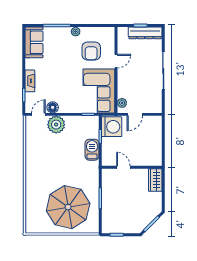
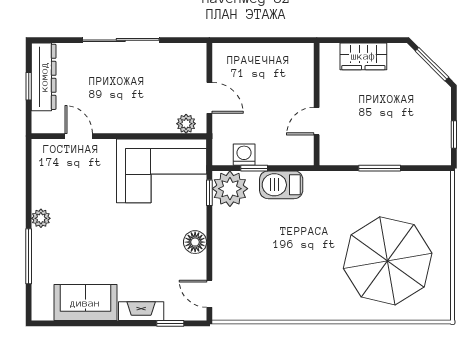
sofa: (34, 42) -> (85, 303), moved
armchair: (91, 51) -> (80, 186), removed
door: (116, 61) -> (79, 136), moved
floor lamp: (53, 107) -> (195, 242), moved
plant: (56, 125) -> (230, 189), moved
washing machine: (112, 127) -> (244, 155), width x0.53, depth x0.53
wardrobe: (155, 180) -> (363, 56), moved
parasol: (68, 207) -> (388, 261), moved

